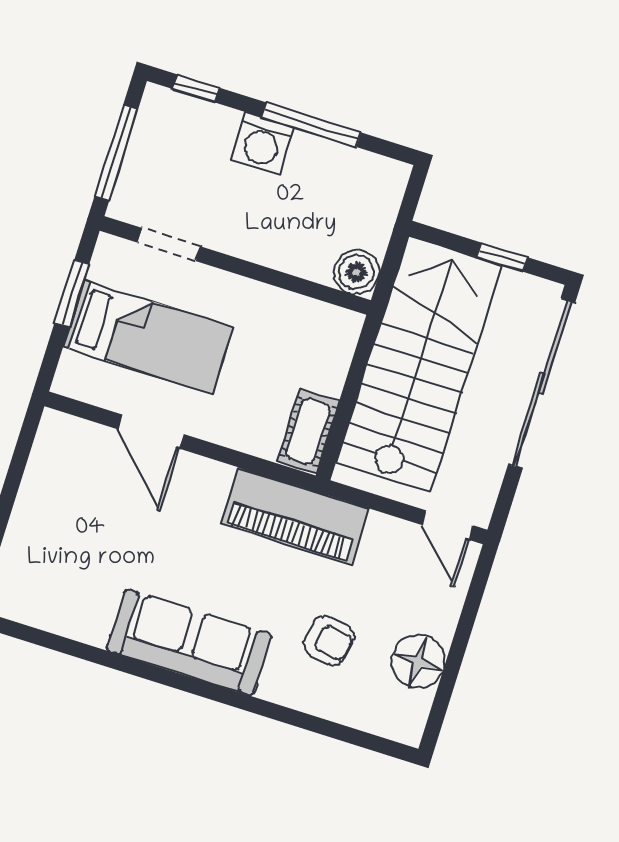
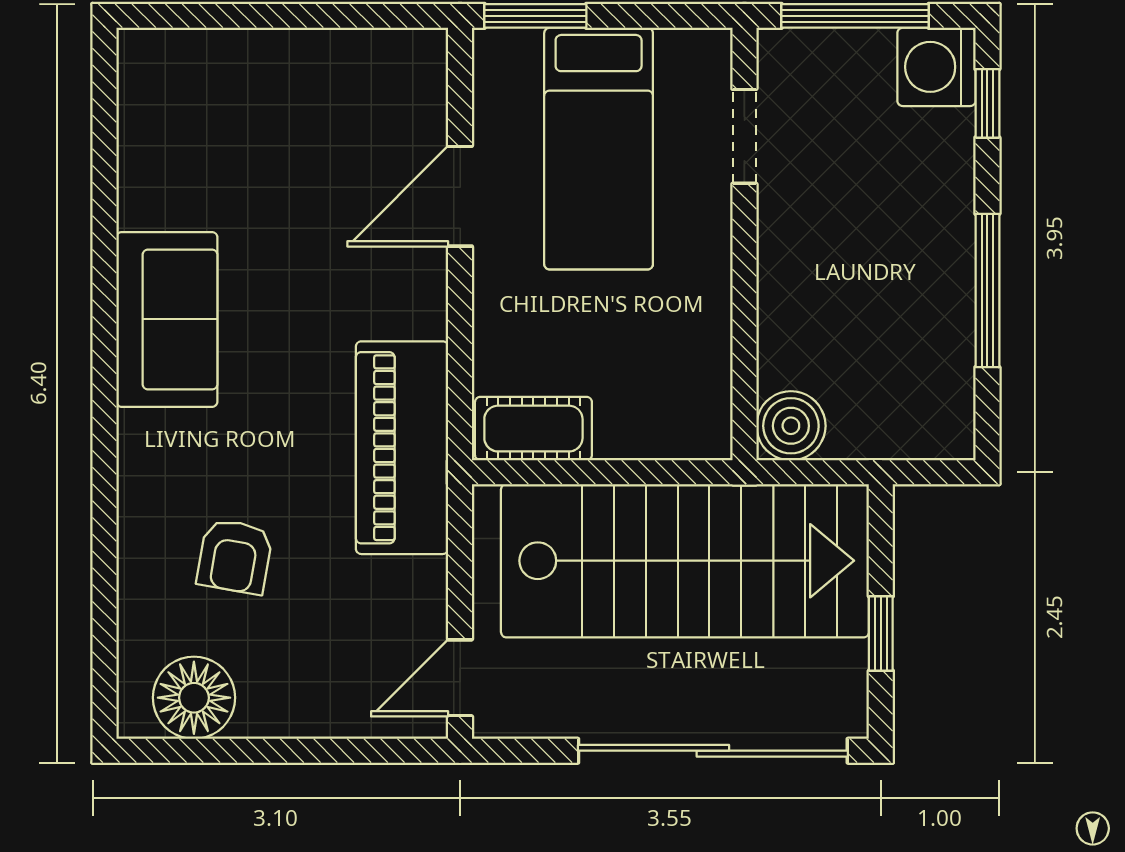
washing machine: (262, 144) -> (936, 67), moved
window: (72, 294) -> (535, 16), moved
sofa: (189, 642) -> (167, 319), width x0.73
floor lamp: (418, 661) -> (194, 698), moved

